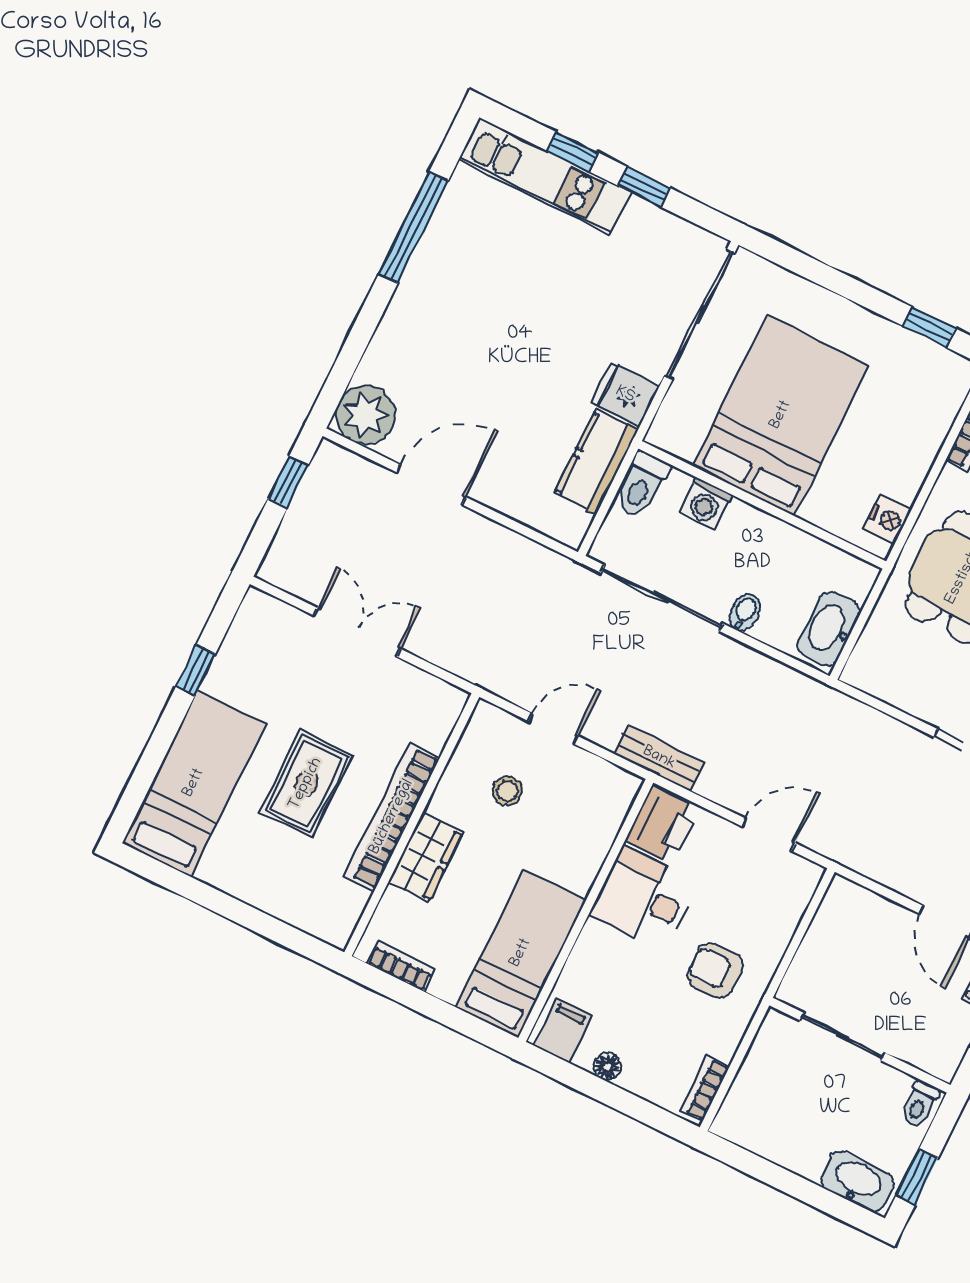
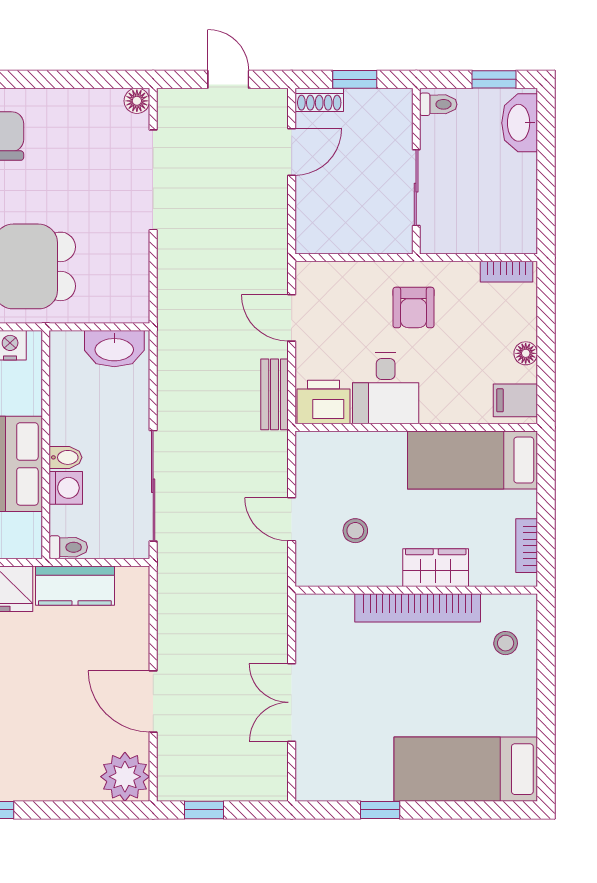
toilet: (642, 485) -> (68, 547), width x0.73, depth x0.72
bidet: (744, 612) -> (66, 457), moved, turned 180
bench: (659, 758) -> (275, 394), moved
rug: (306, 784) -> (424, 685), removed
stool: (308, 892) -> (506, 643), added

